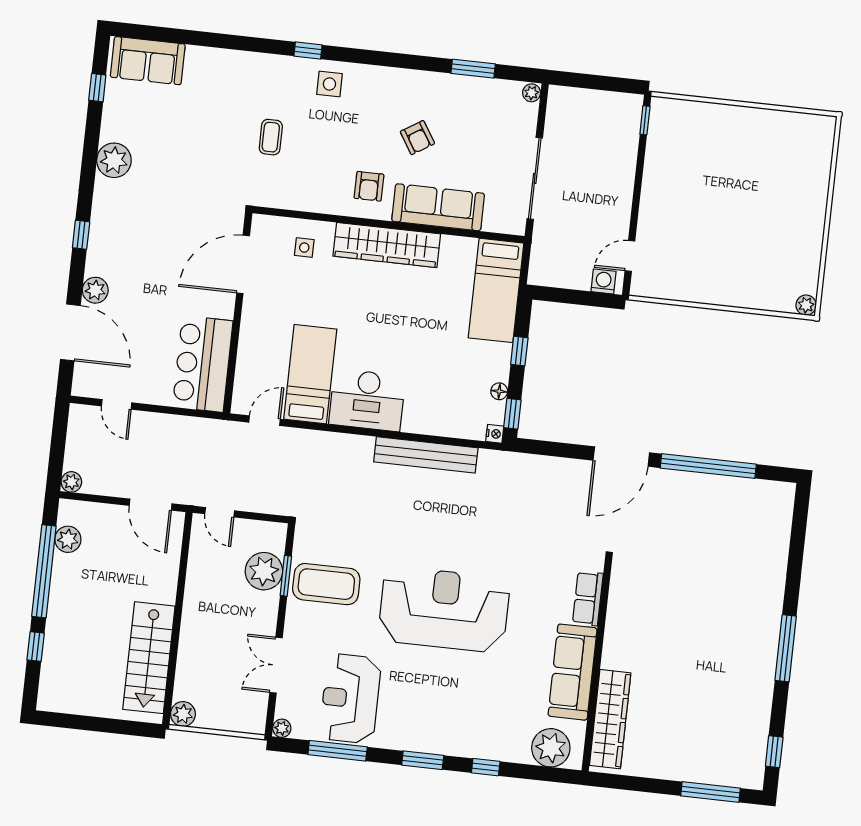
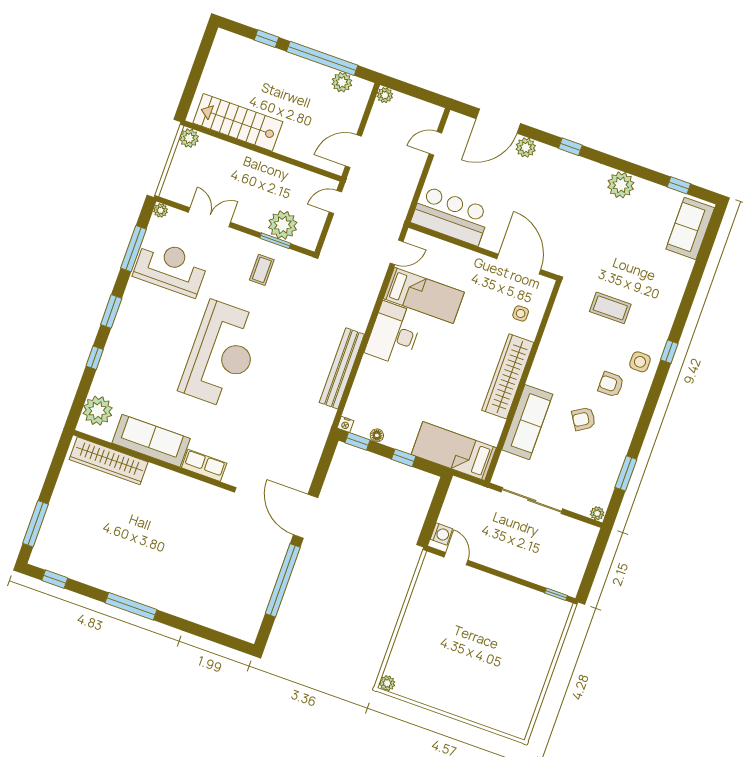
coffee table: (271, 137) -> (610, 308), width x1.36, depth x1.30
armchair: (369, 186) -> (611, 384), moved
door: (264, 421) -> (397, 252), hinge flipped
coffee table: (326, 584) -> (262, 270), width x0.54, depth x0.58

